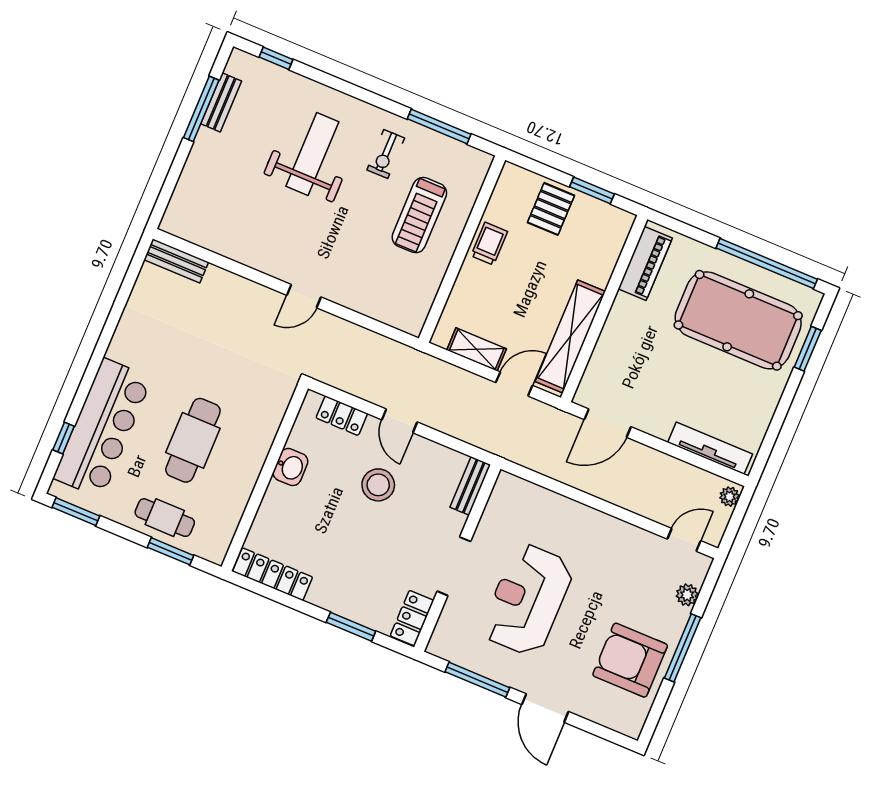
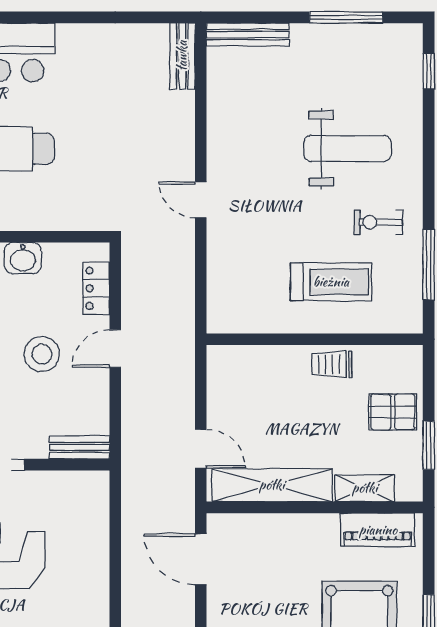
bench: (221, 102) -> (248, 35), moved, width x1.36
treadmill: (419, 215) -> (331, 282), turned 180
trolley: (489, 244) -> (332, 364), turned 180
shelving: (477, 349) -> (365, 488), moved, turned 90

